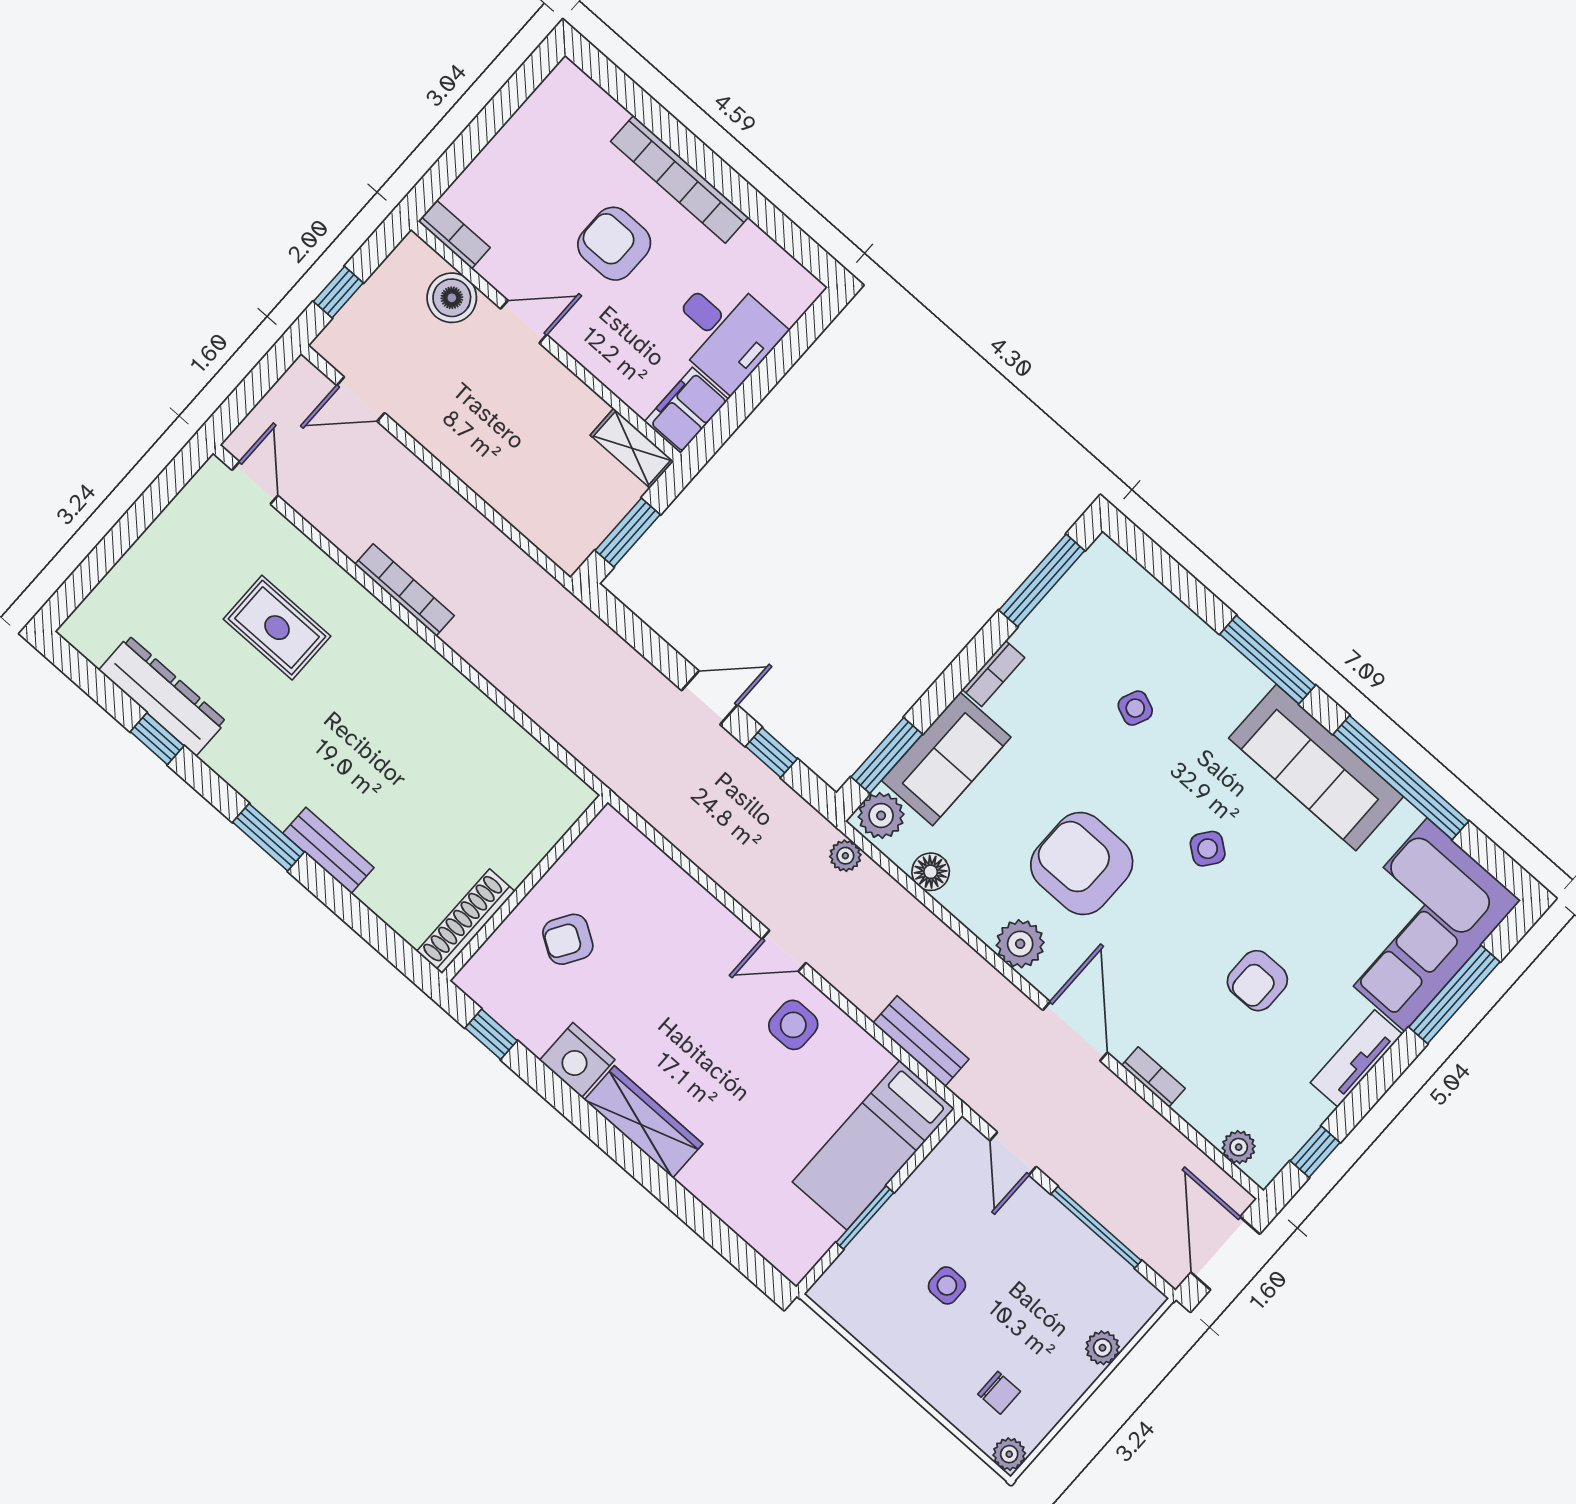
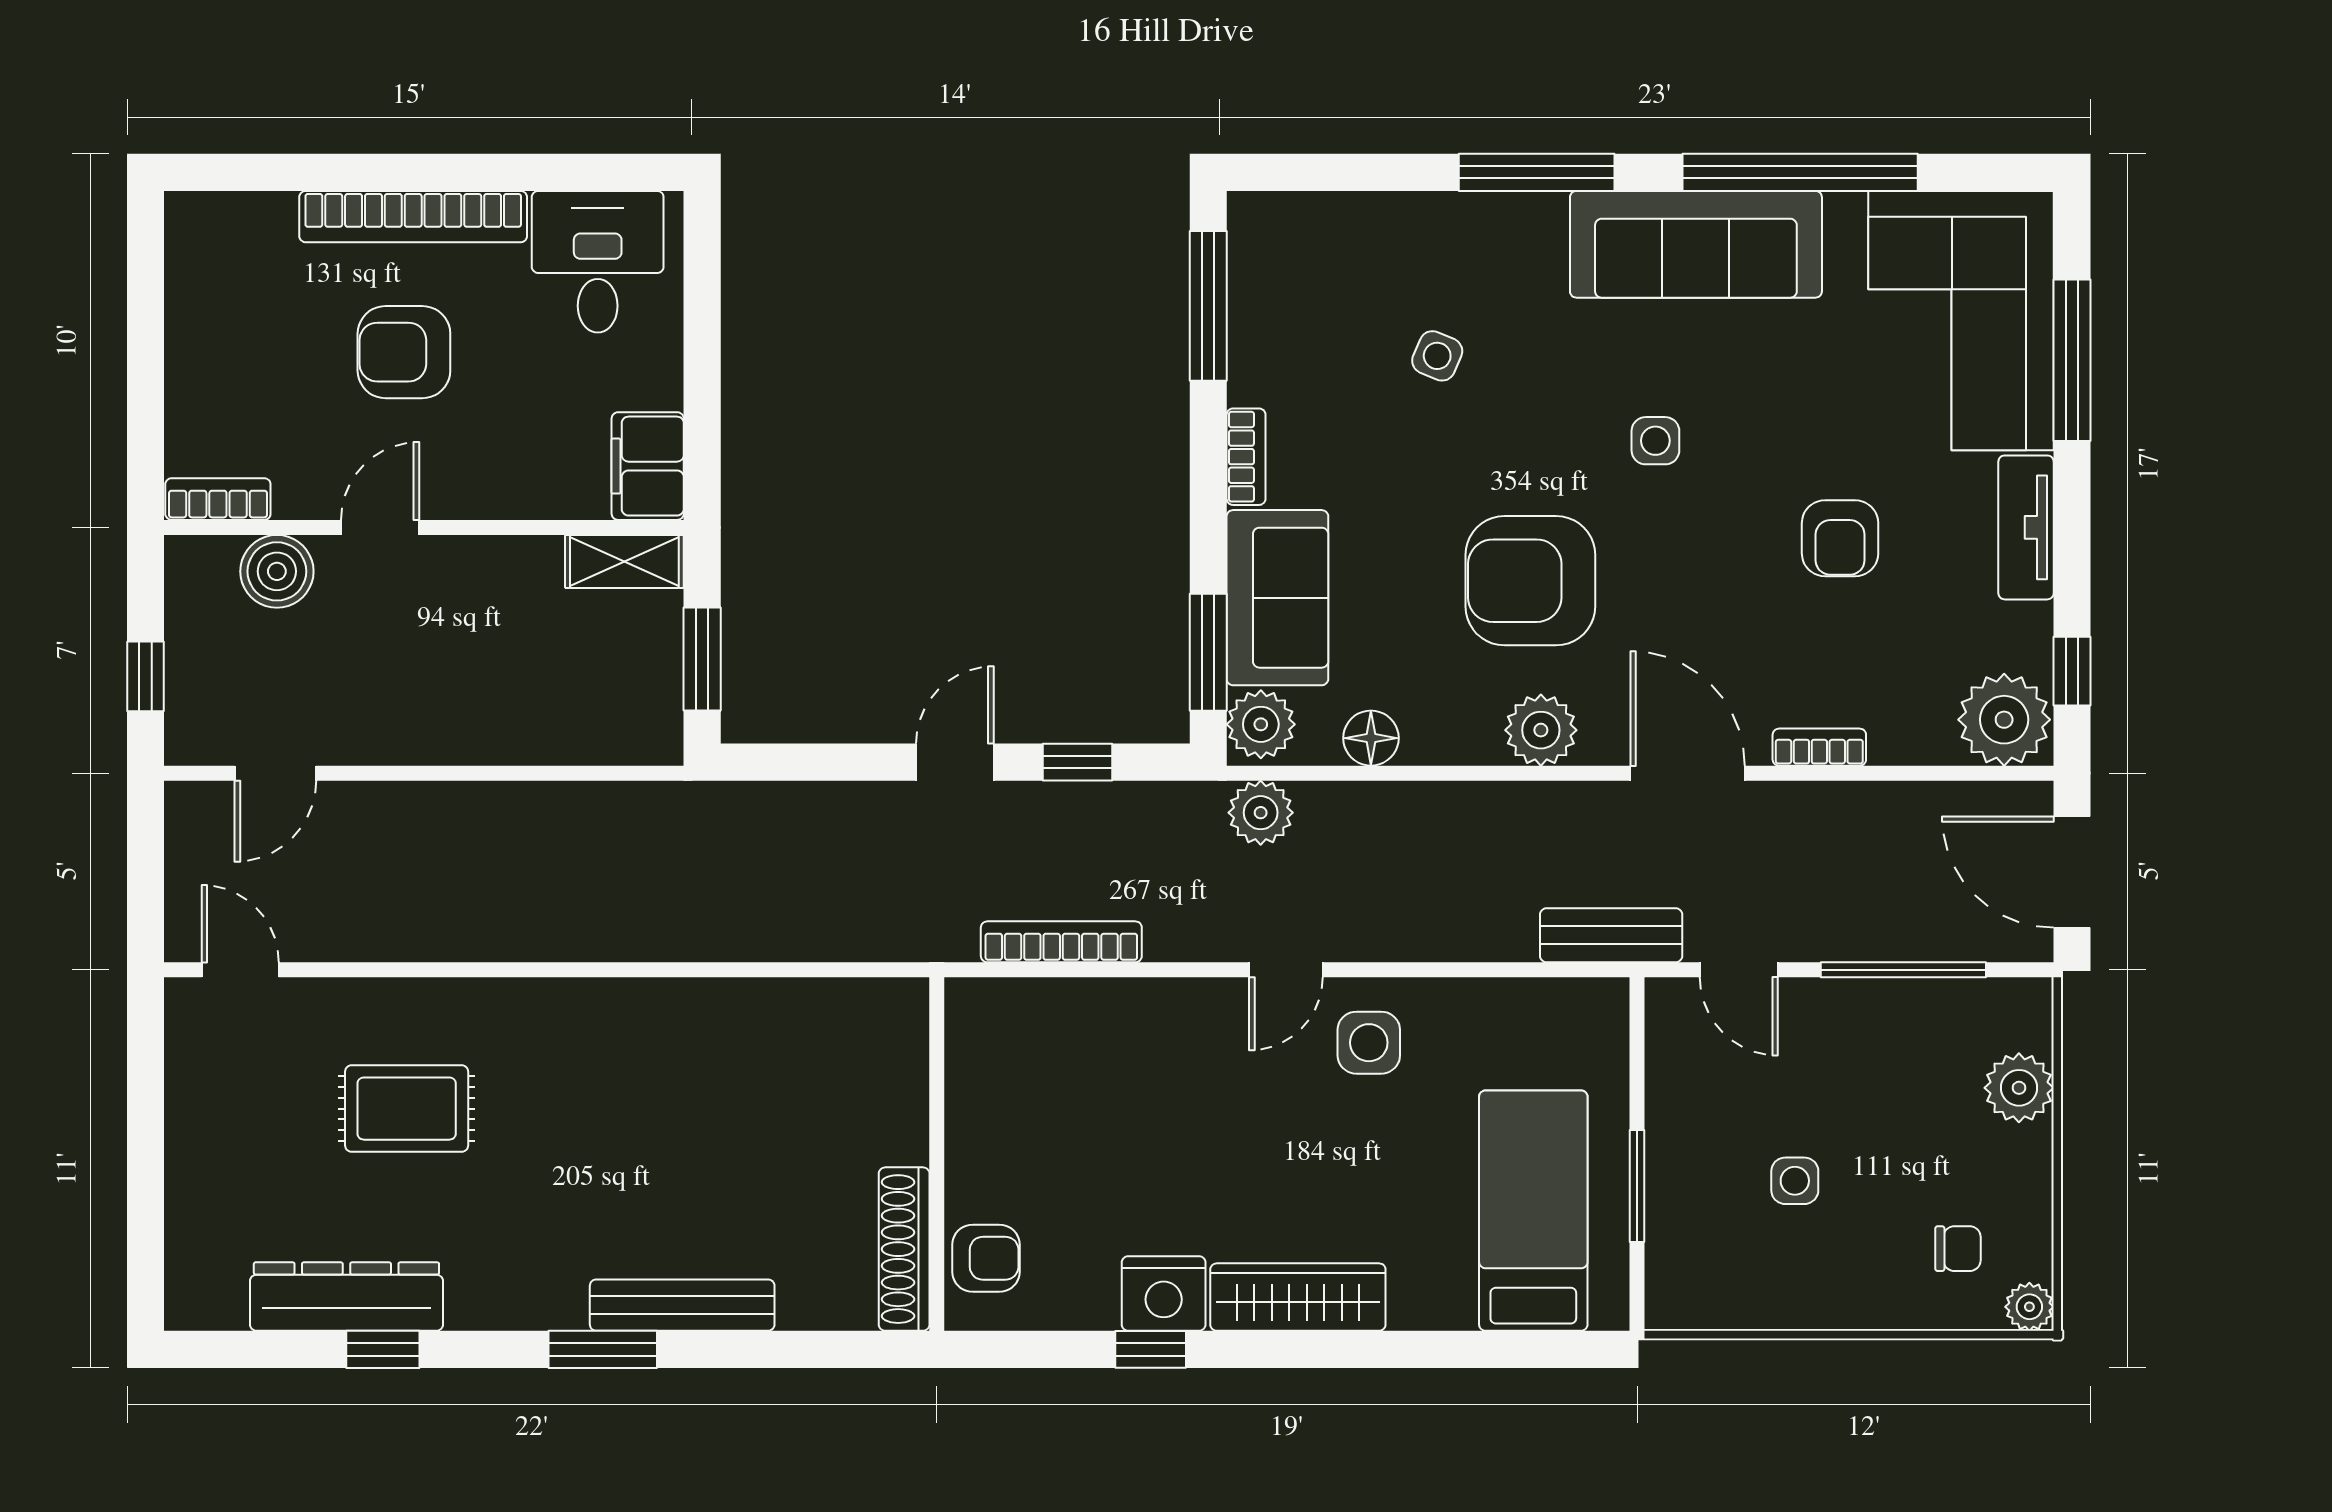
desk: (725, 332) -> (598, 262), moved, turned -90
bookcase: (405, 590) -> (1061, 942), moved
side table: (1208, 849) -> (1655, 441), turned -37
bench: (328, 850) -> (682, 1305), width x1.36
plant: (845, 856) -> (1261, 813), width x1.38, depth x1.38
armchair: (568, 939) -> (986, 1258), moved, turned -122
window: (491, 1034) -> (1151, 1349), moved
bench: (921, 1041) -> (1611, 935), moved
bed: (873, 1145) -> (1533, 1211), moved, turned 180
plant: (1239, 1147) -> (2004, 720), width x1.87, depth x1.87
plant: (1102, 1348) -> (2019, 1088), width x1.38, depth x1.38

